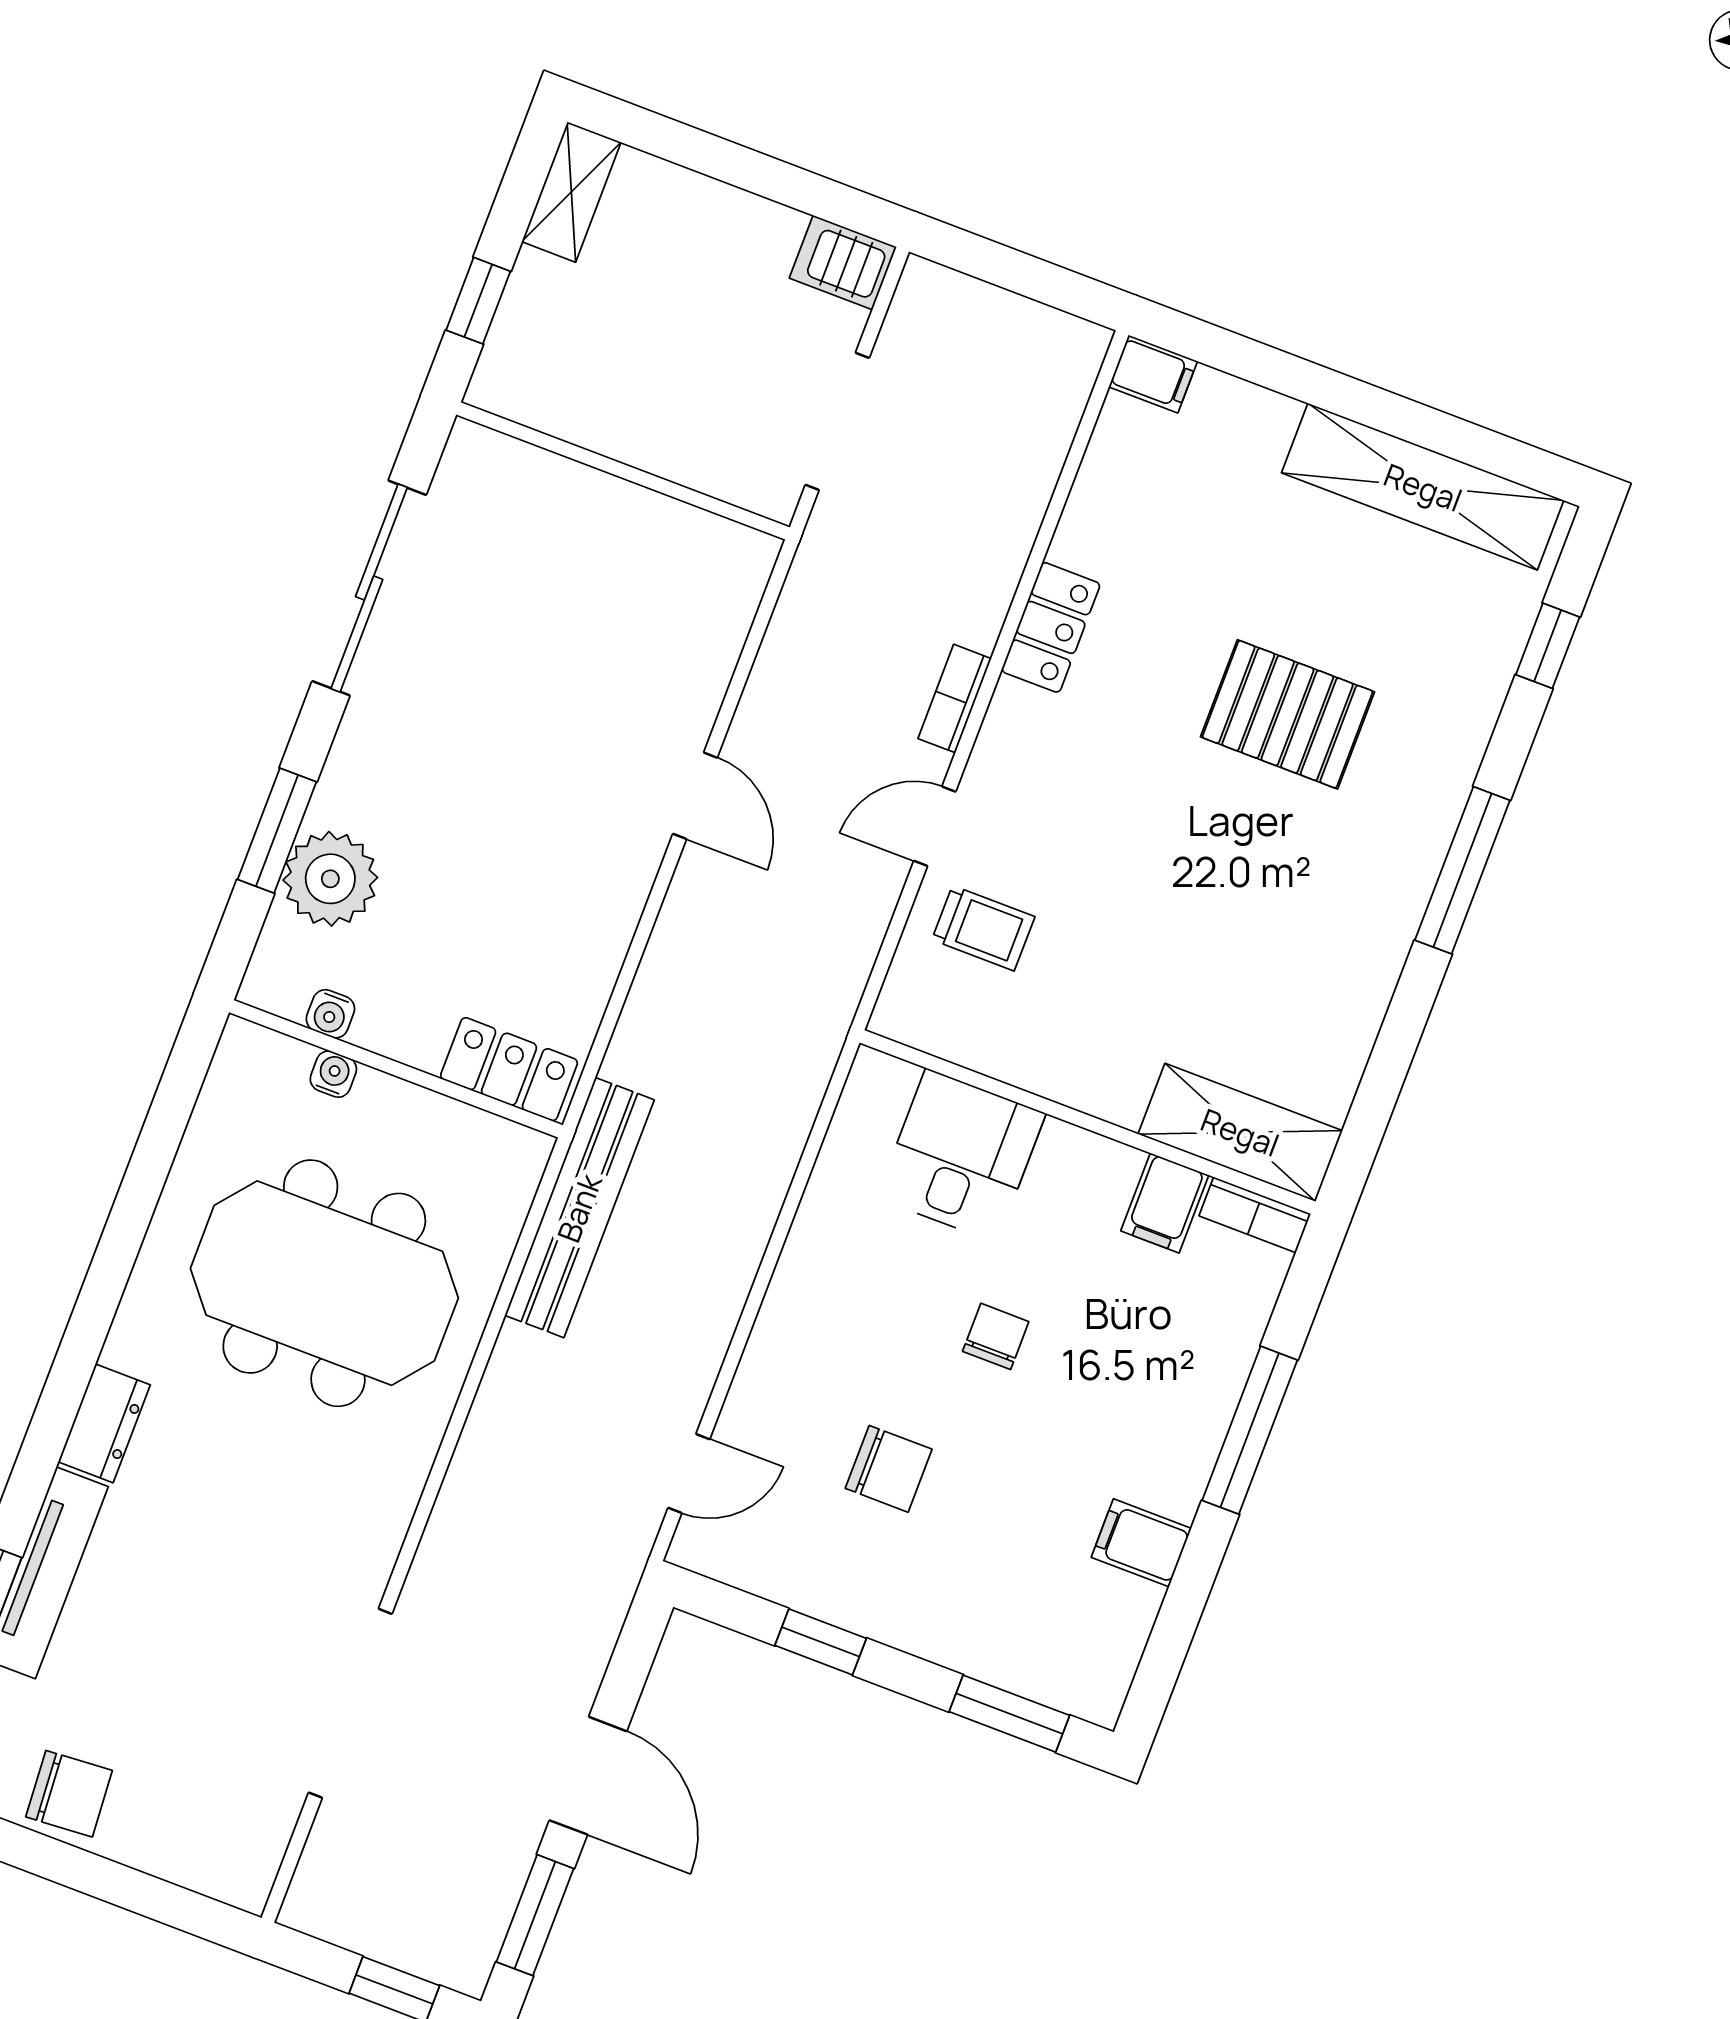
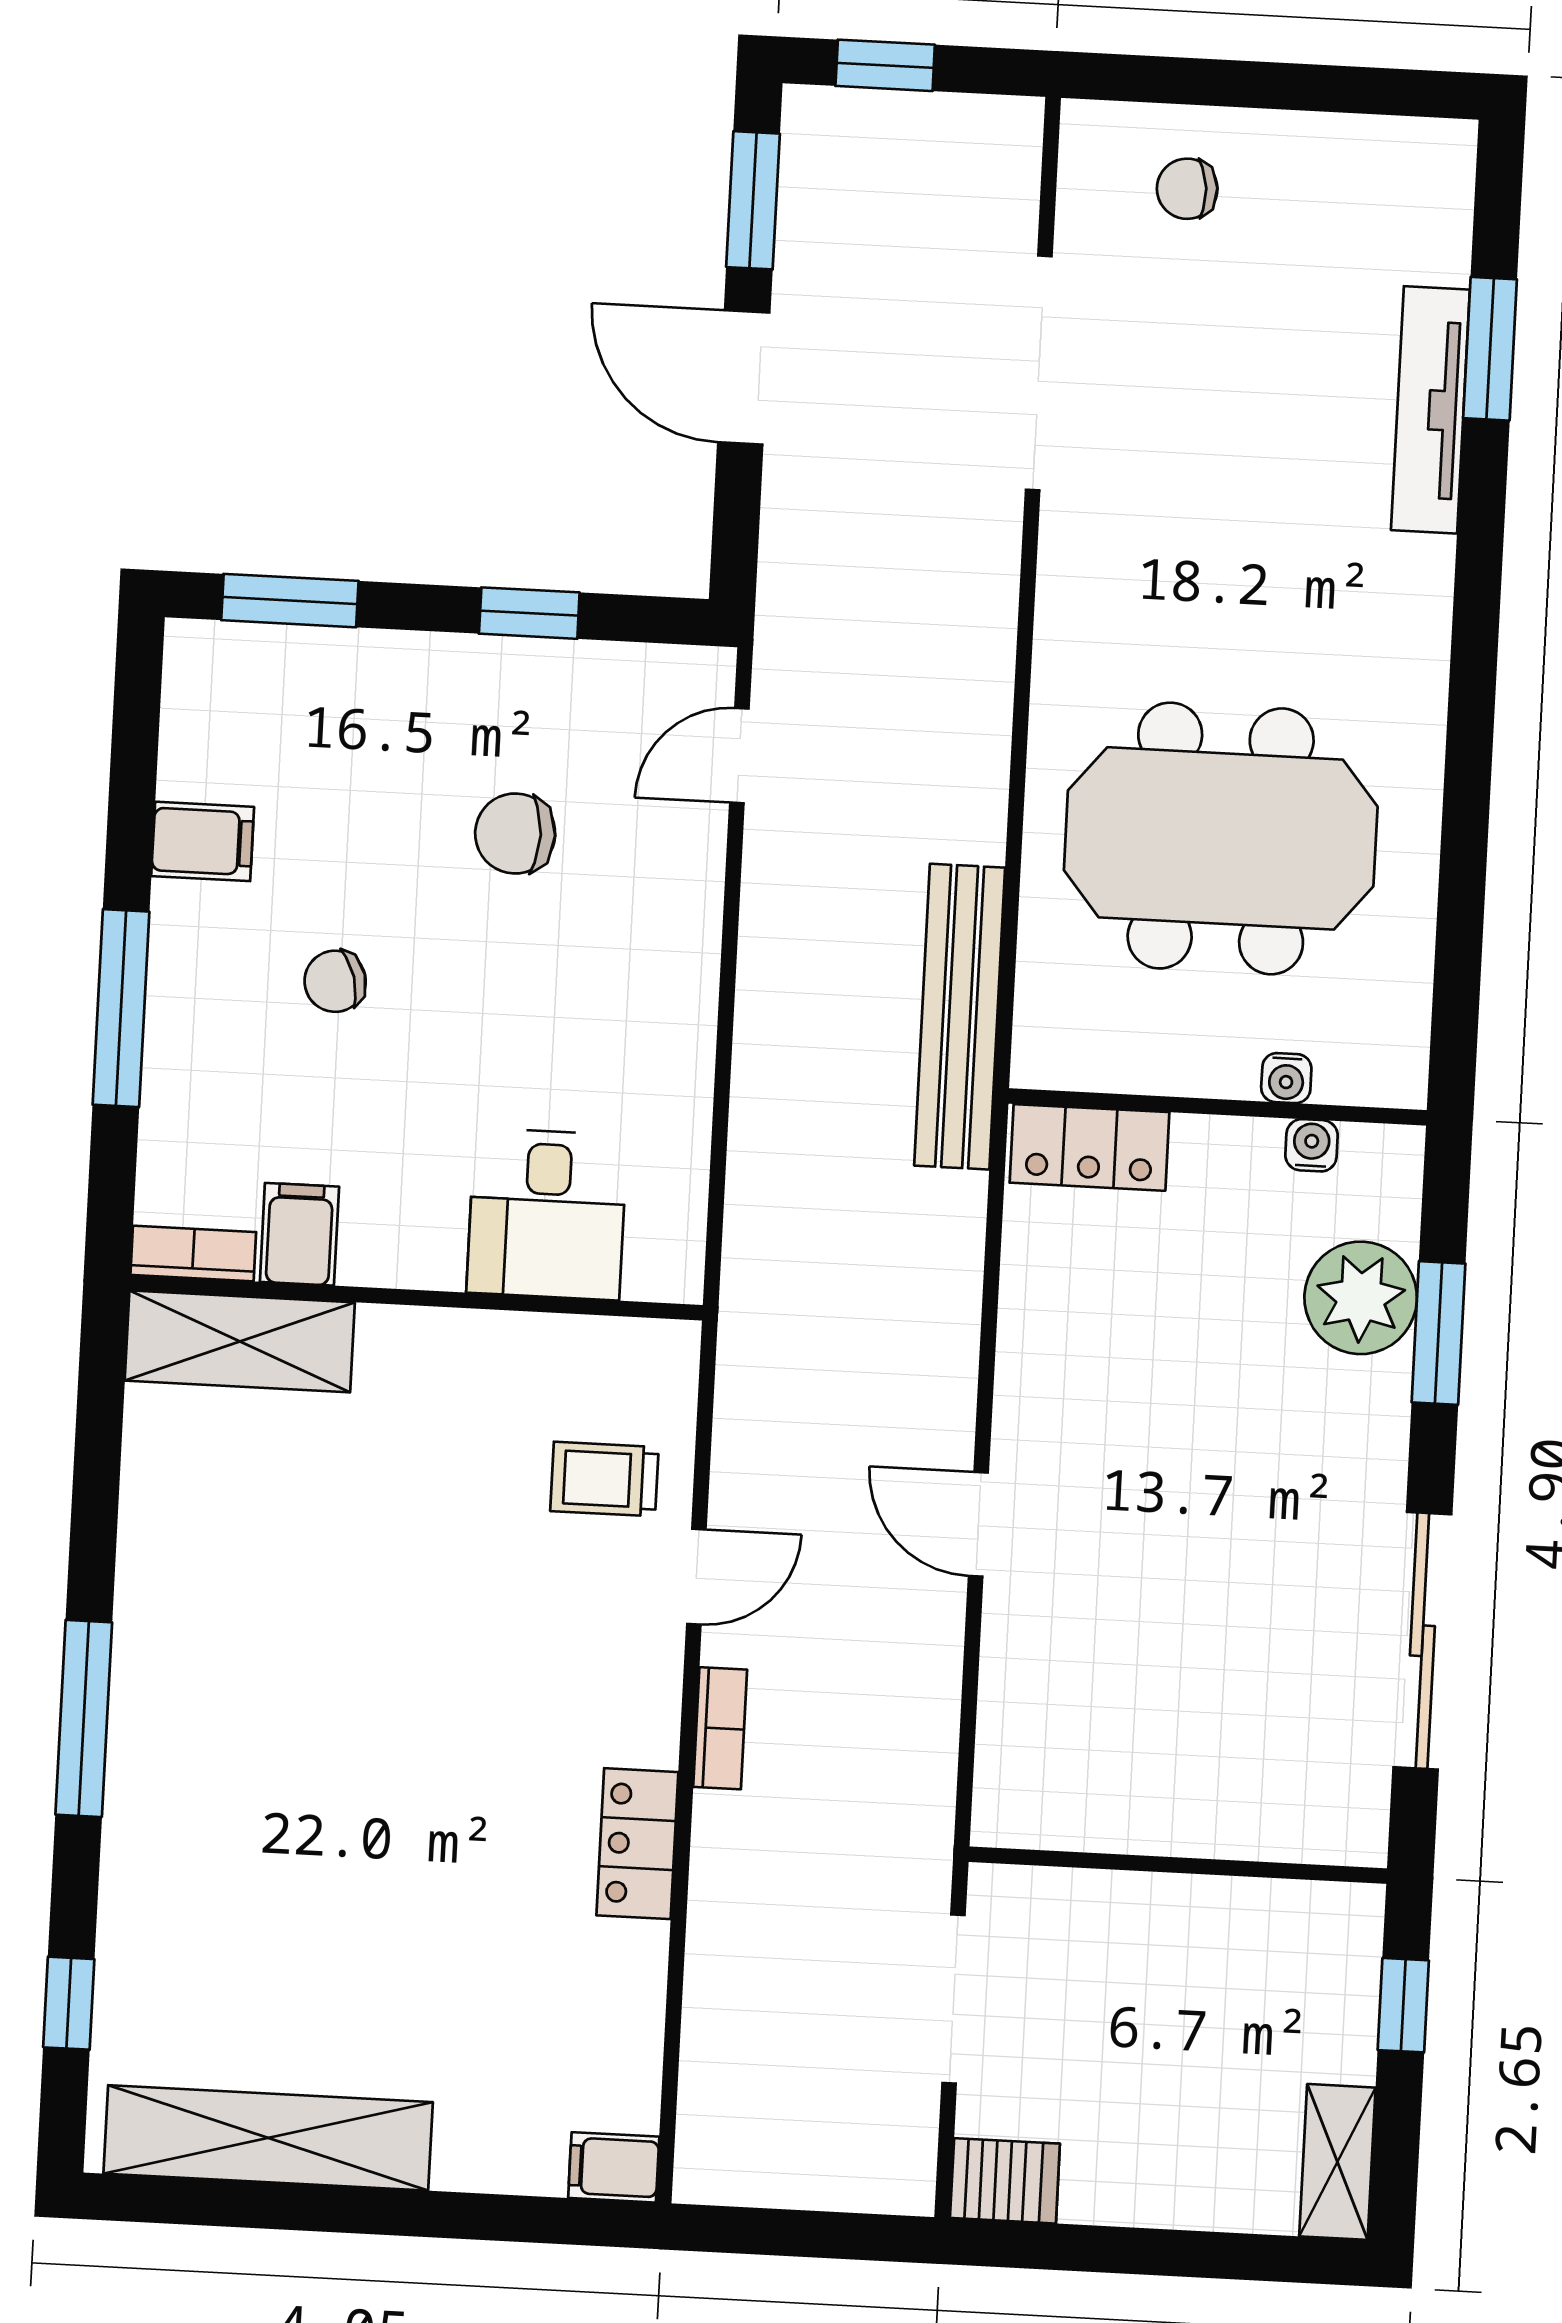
pallet: (1288, 714) -> (338, 1831), removed
chair: (996, 1336) -> (335, 981), moved, turned 74
dresser: (104, 1423) -> (1419, 600), removed
chair: (69, 1794) -> (1187, 189), moved, width x0.73, depth x0.73

